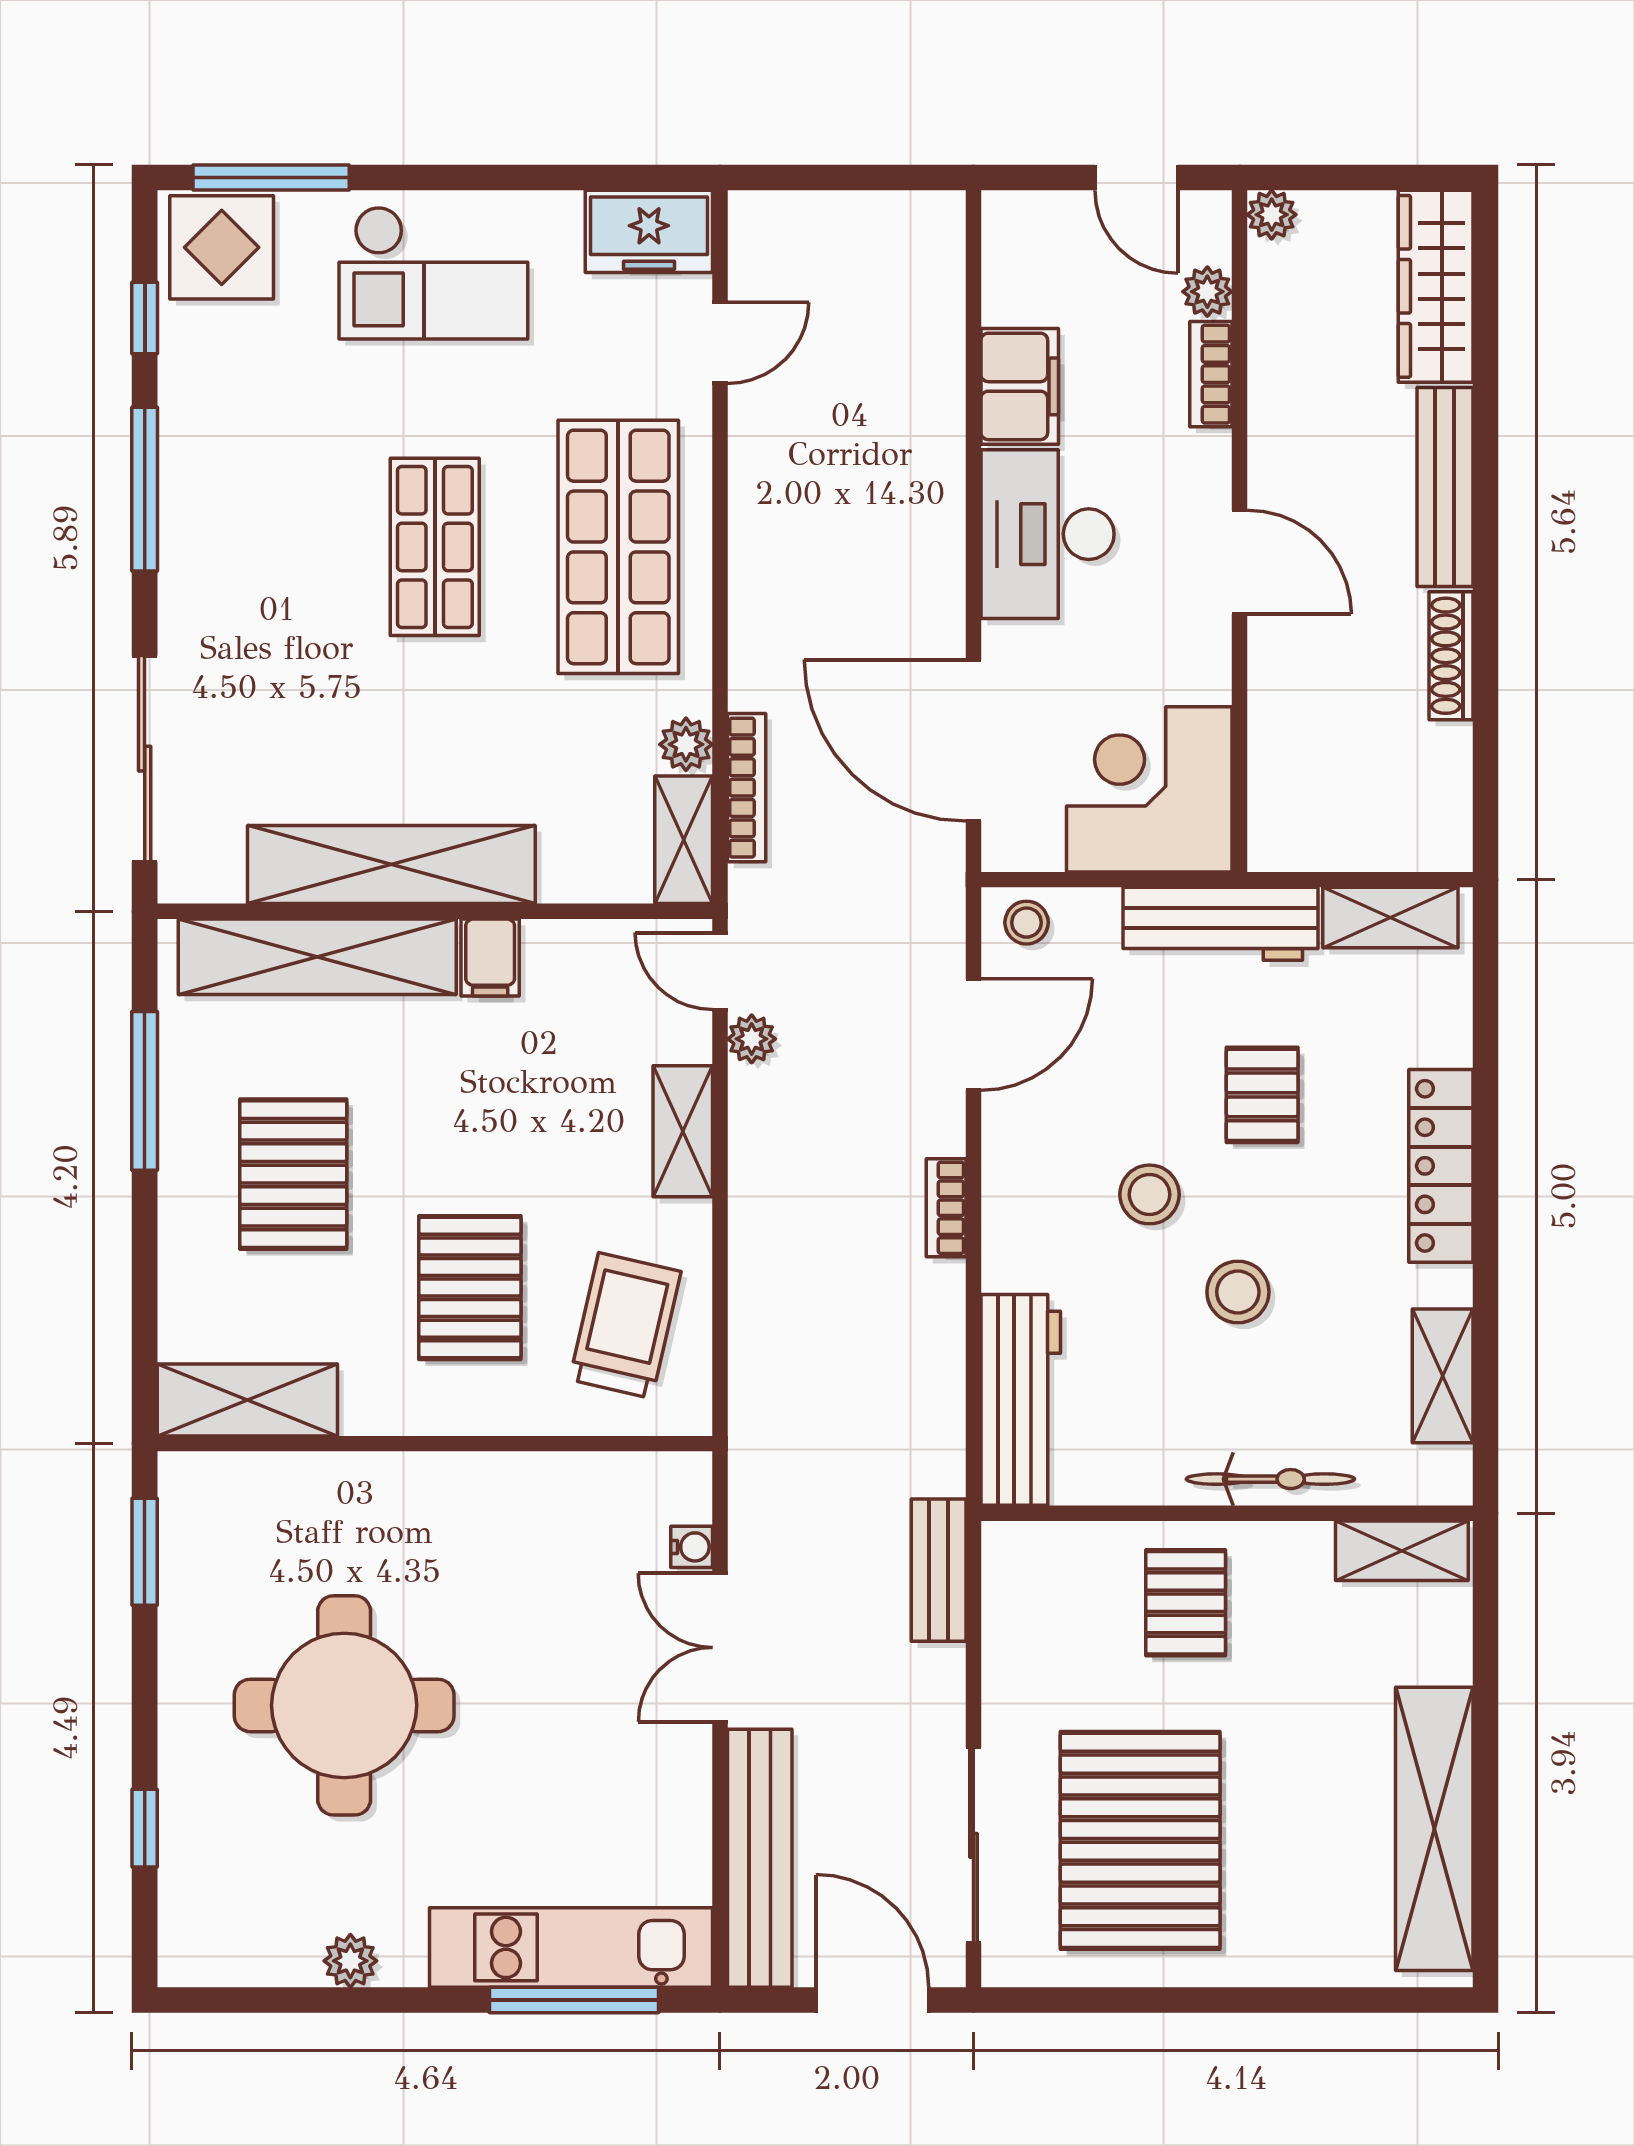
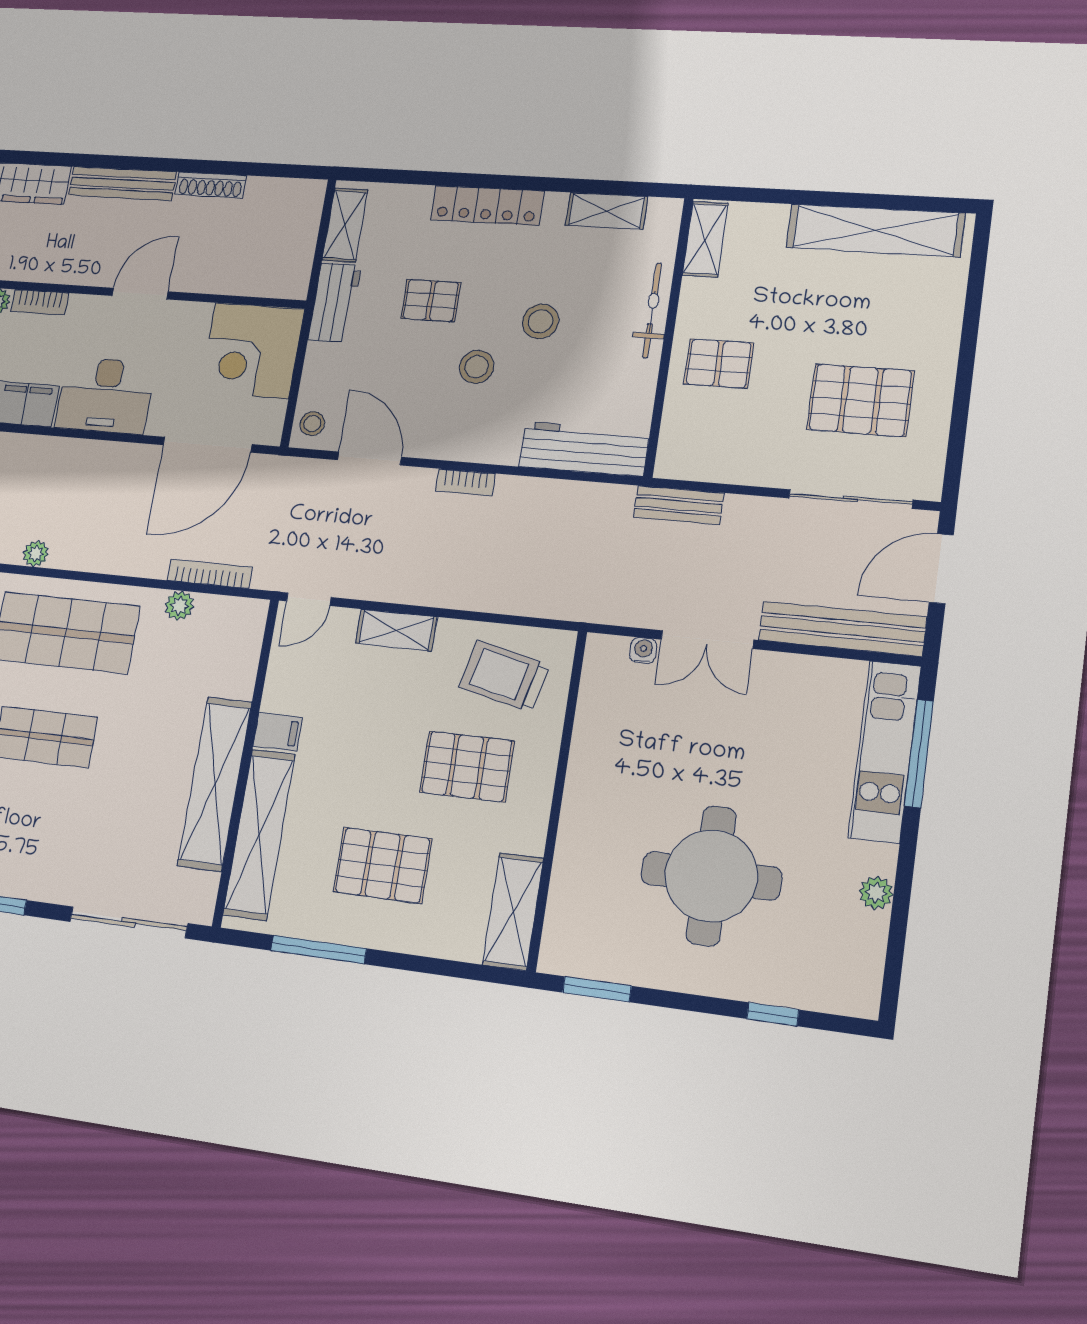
shelving: (684, 840) -> (232, 613), removed
workbench: (1220, 924) -> (335, 303), width x0.73
plant: (752, 1039) -> (36, 554), moved
pallet: (1140, 1840) -> (860, 400), width x0.73, depth x0.71

